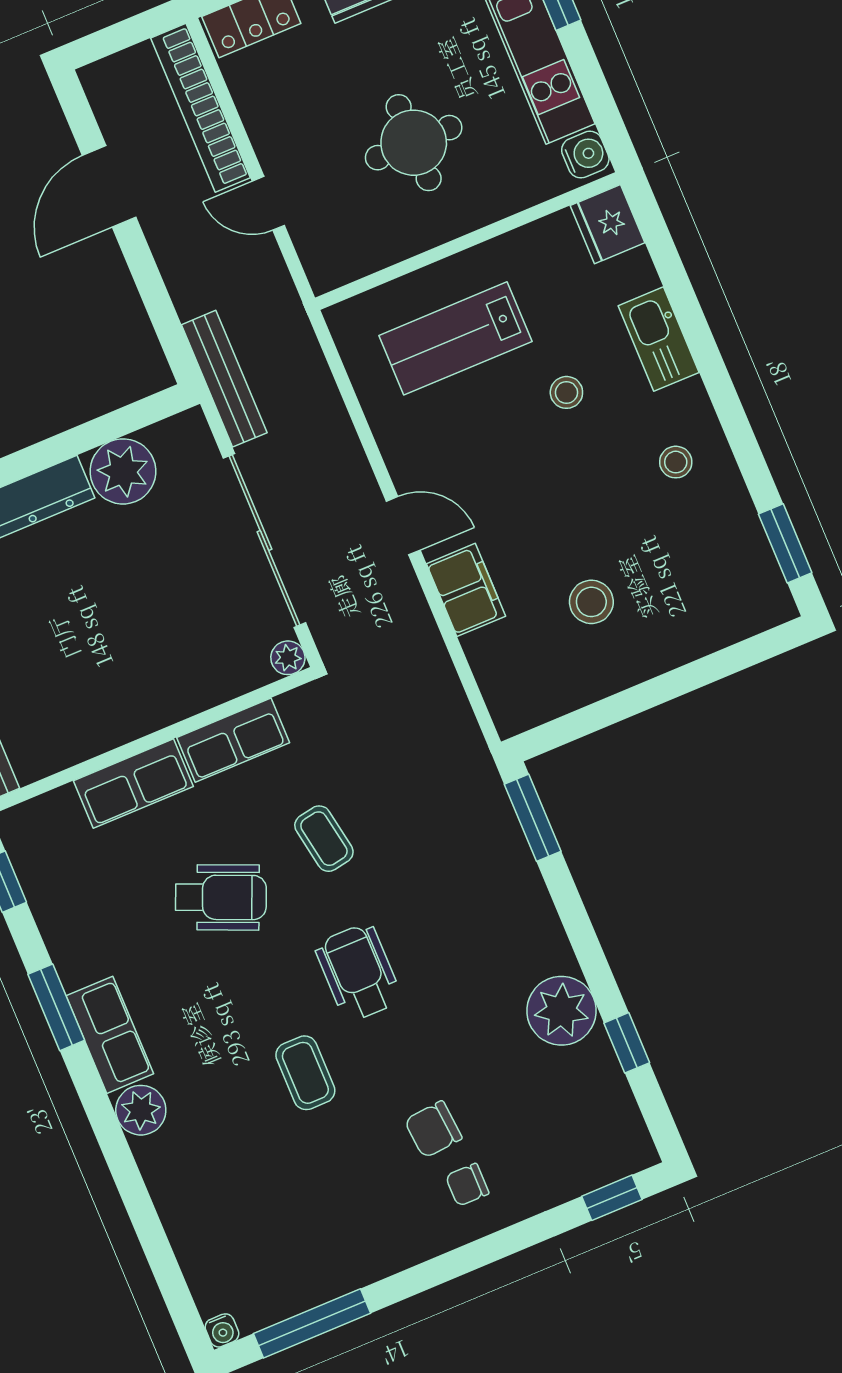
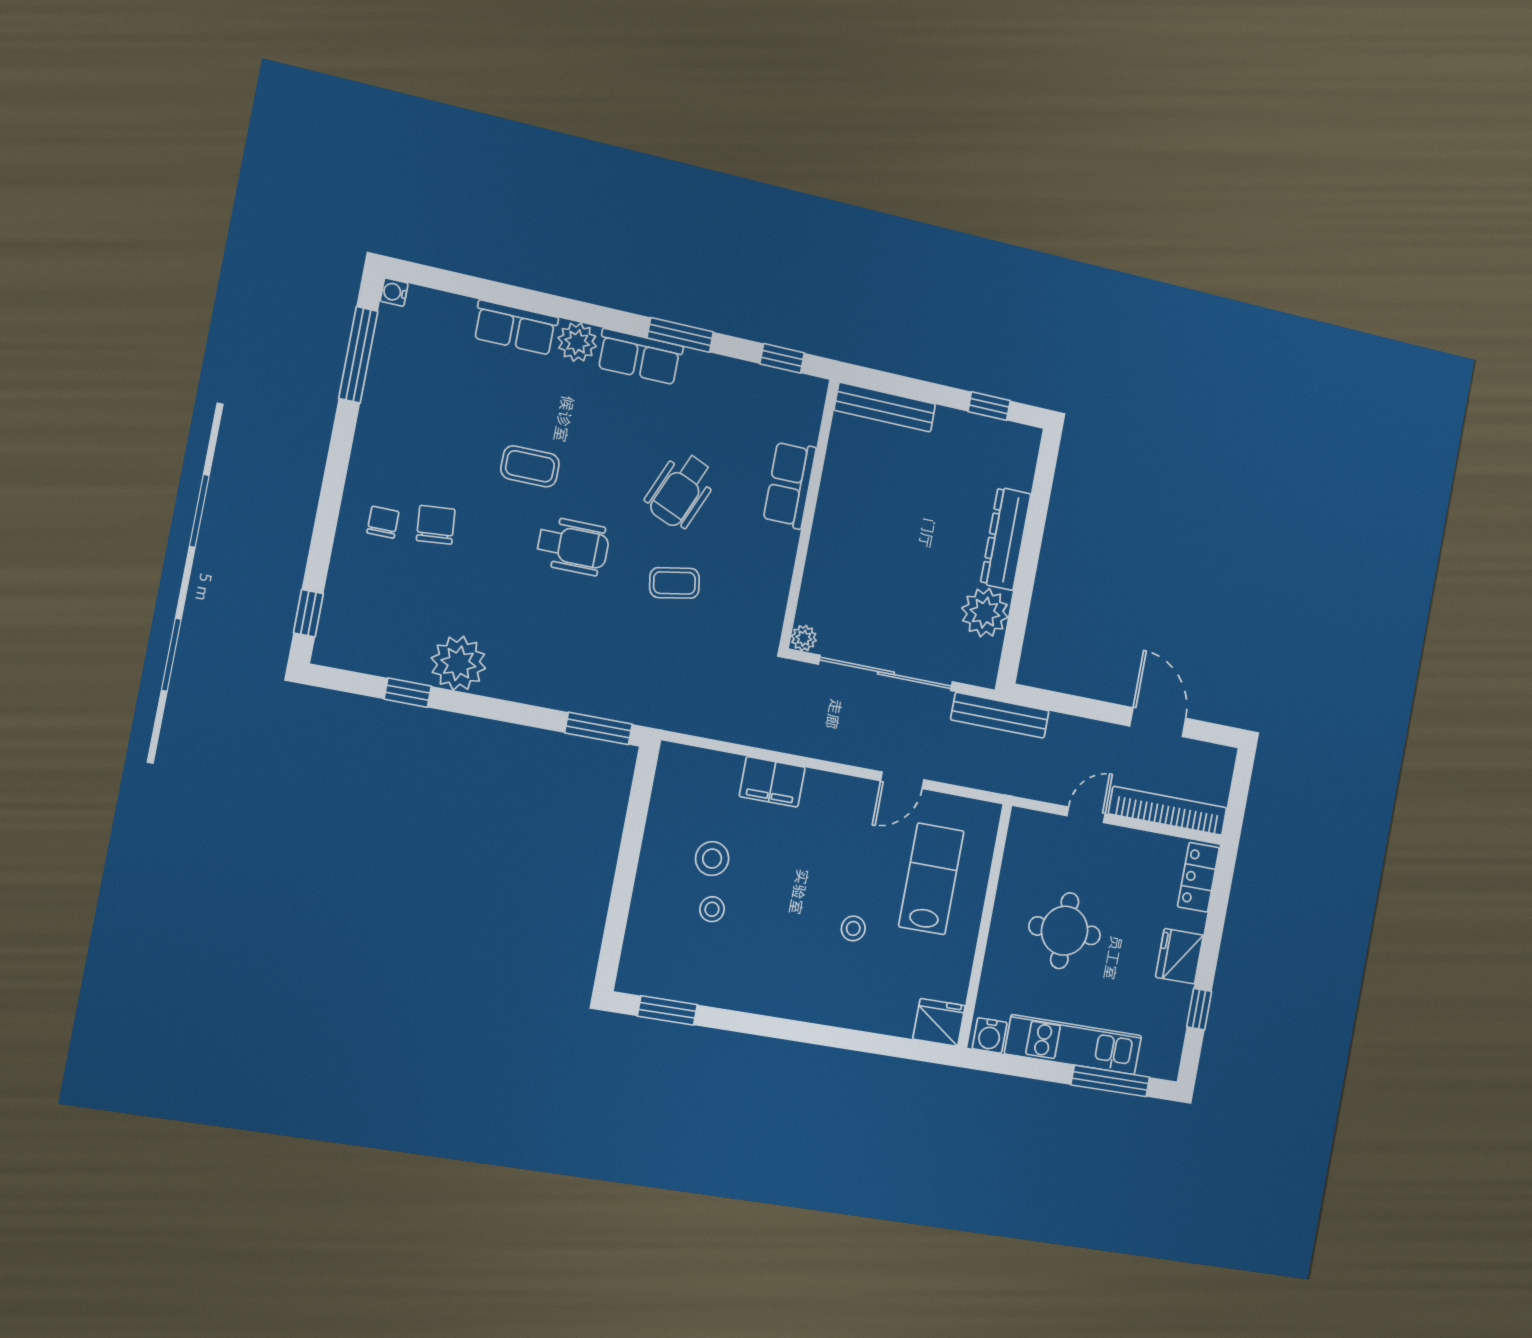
kitchen sink: (659, 339) -> (848, 1010), removed
stool: (676, 462) -> (712, 909), moved
door: (403, 526) -> (902, 780), moved
row of seats: (233, 740) -> (515, 328), moved, turned -90

